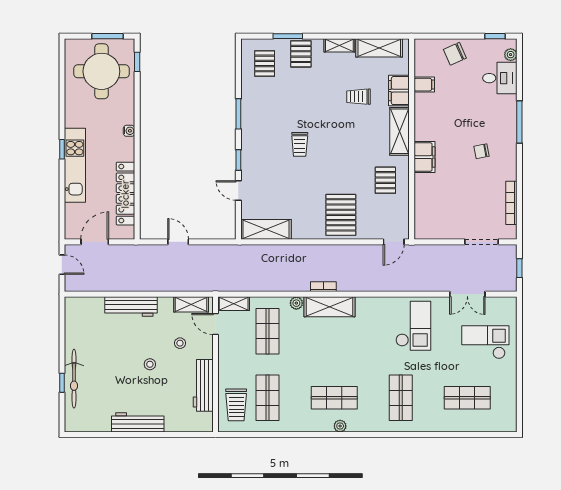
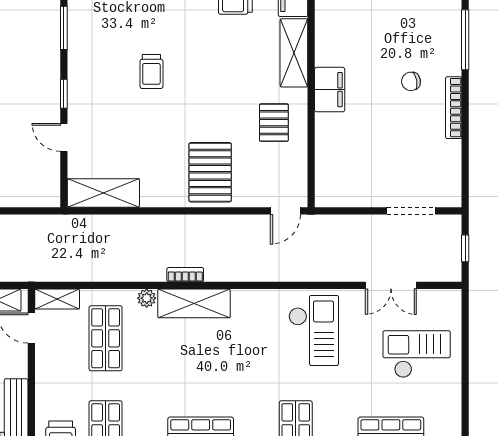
bookcase: (511, 203) -> (454, 108), moved

